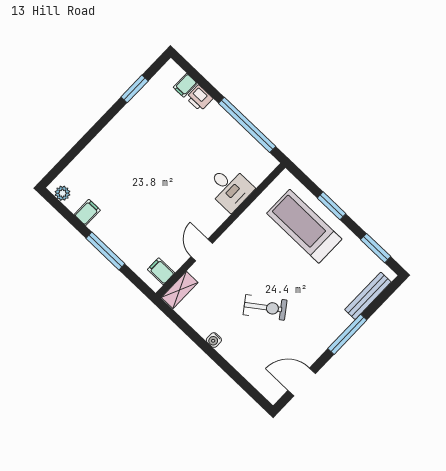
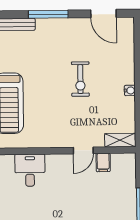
filing cabinet: (161, 271) -> (103, 162), moved
exercise bike: (265, 307) -> (80, 79), turned -144

